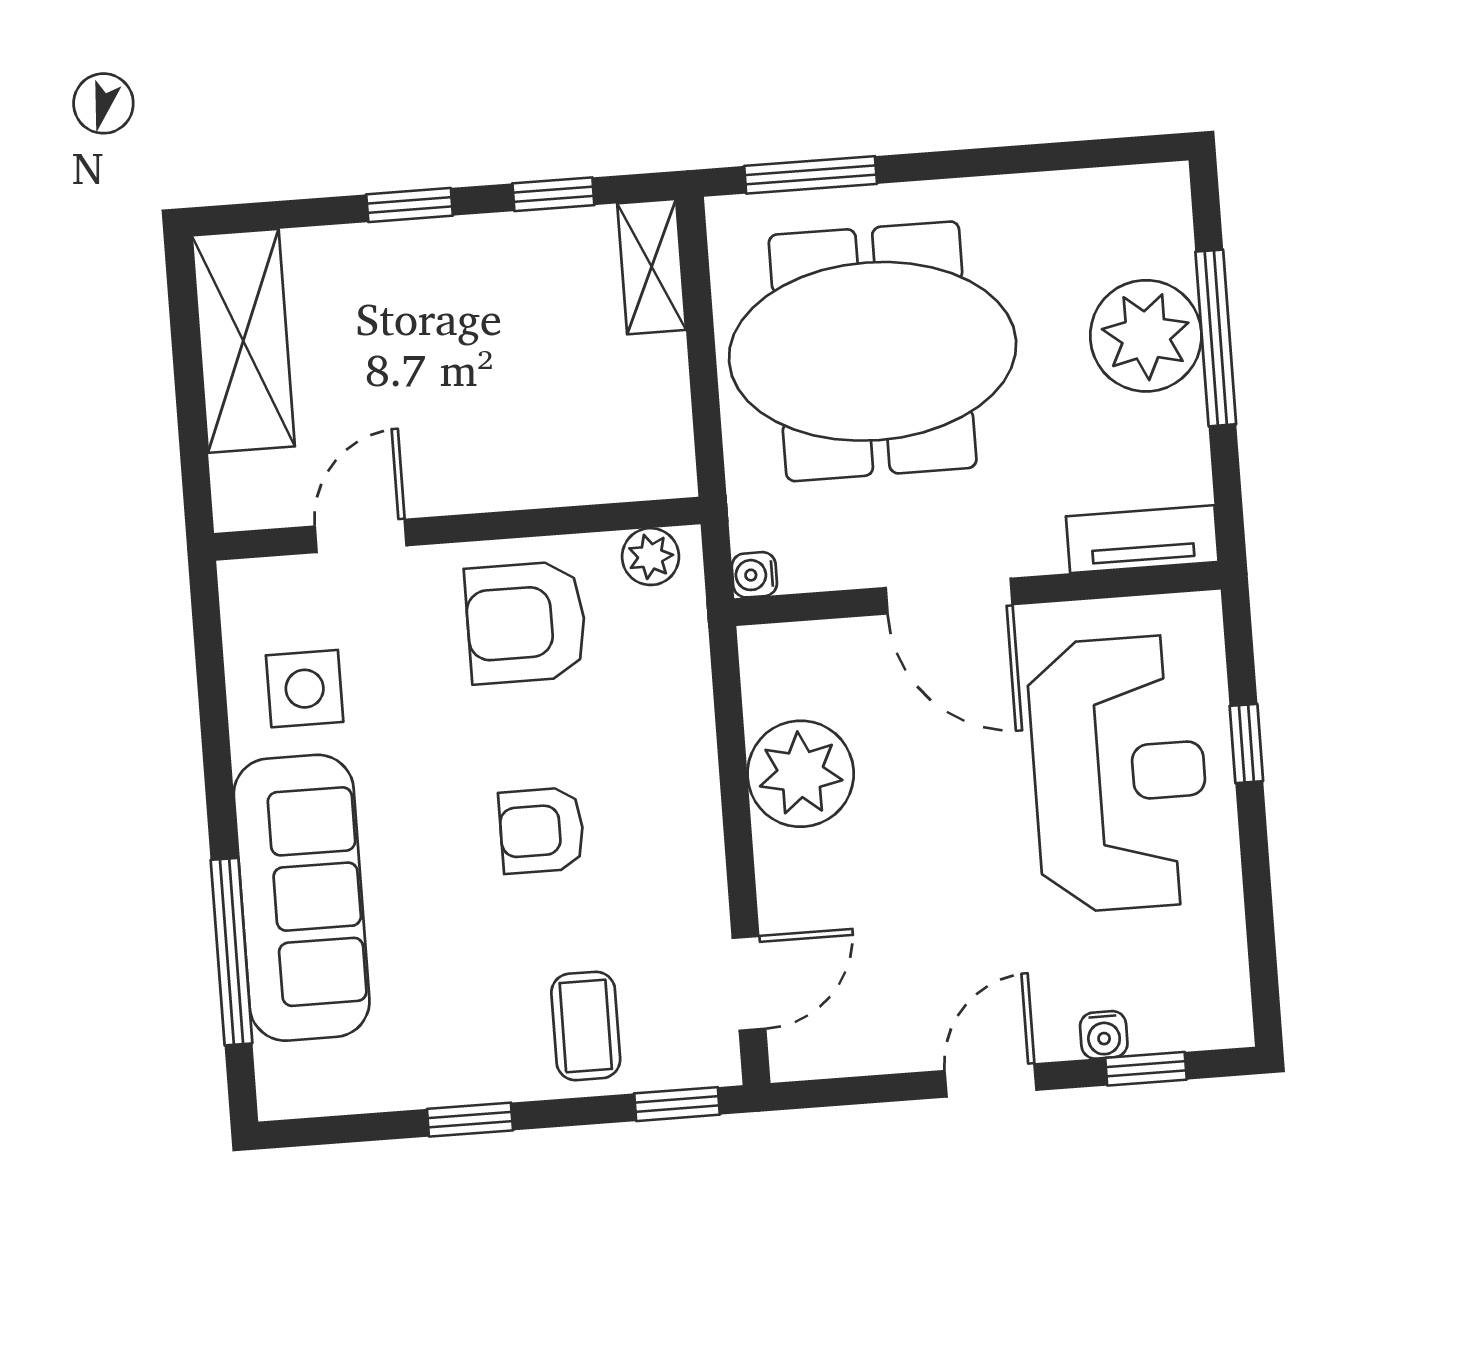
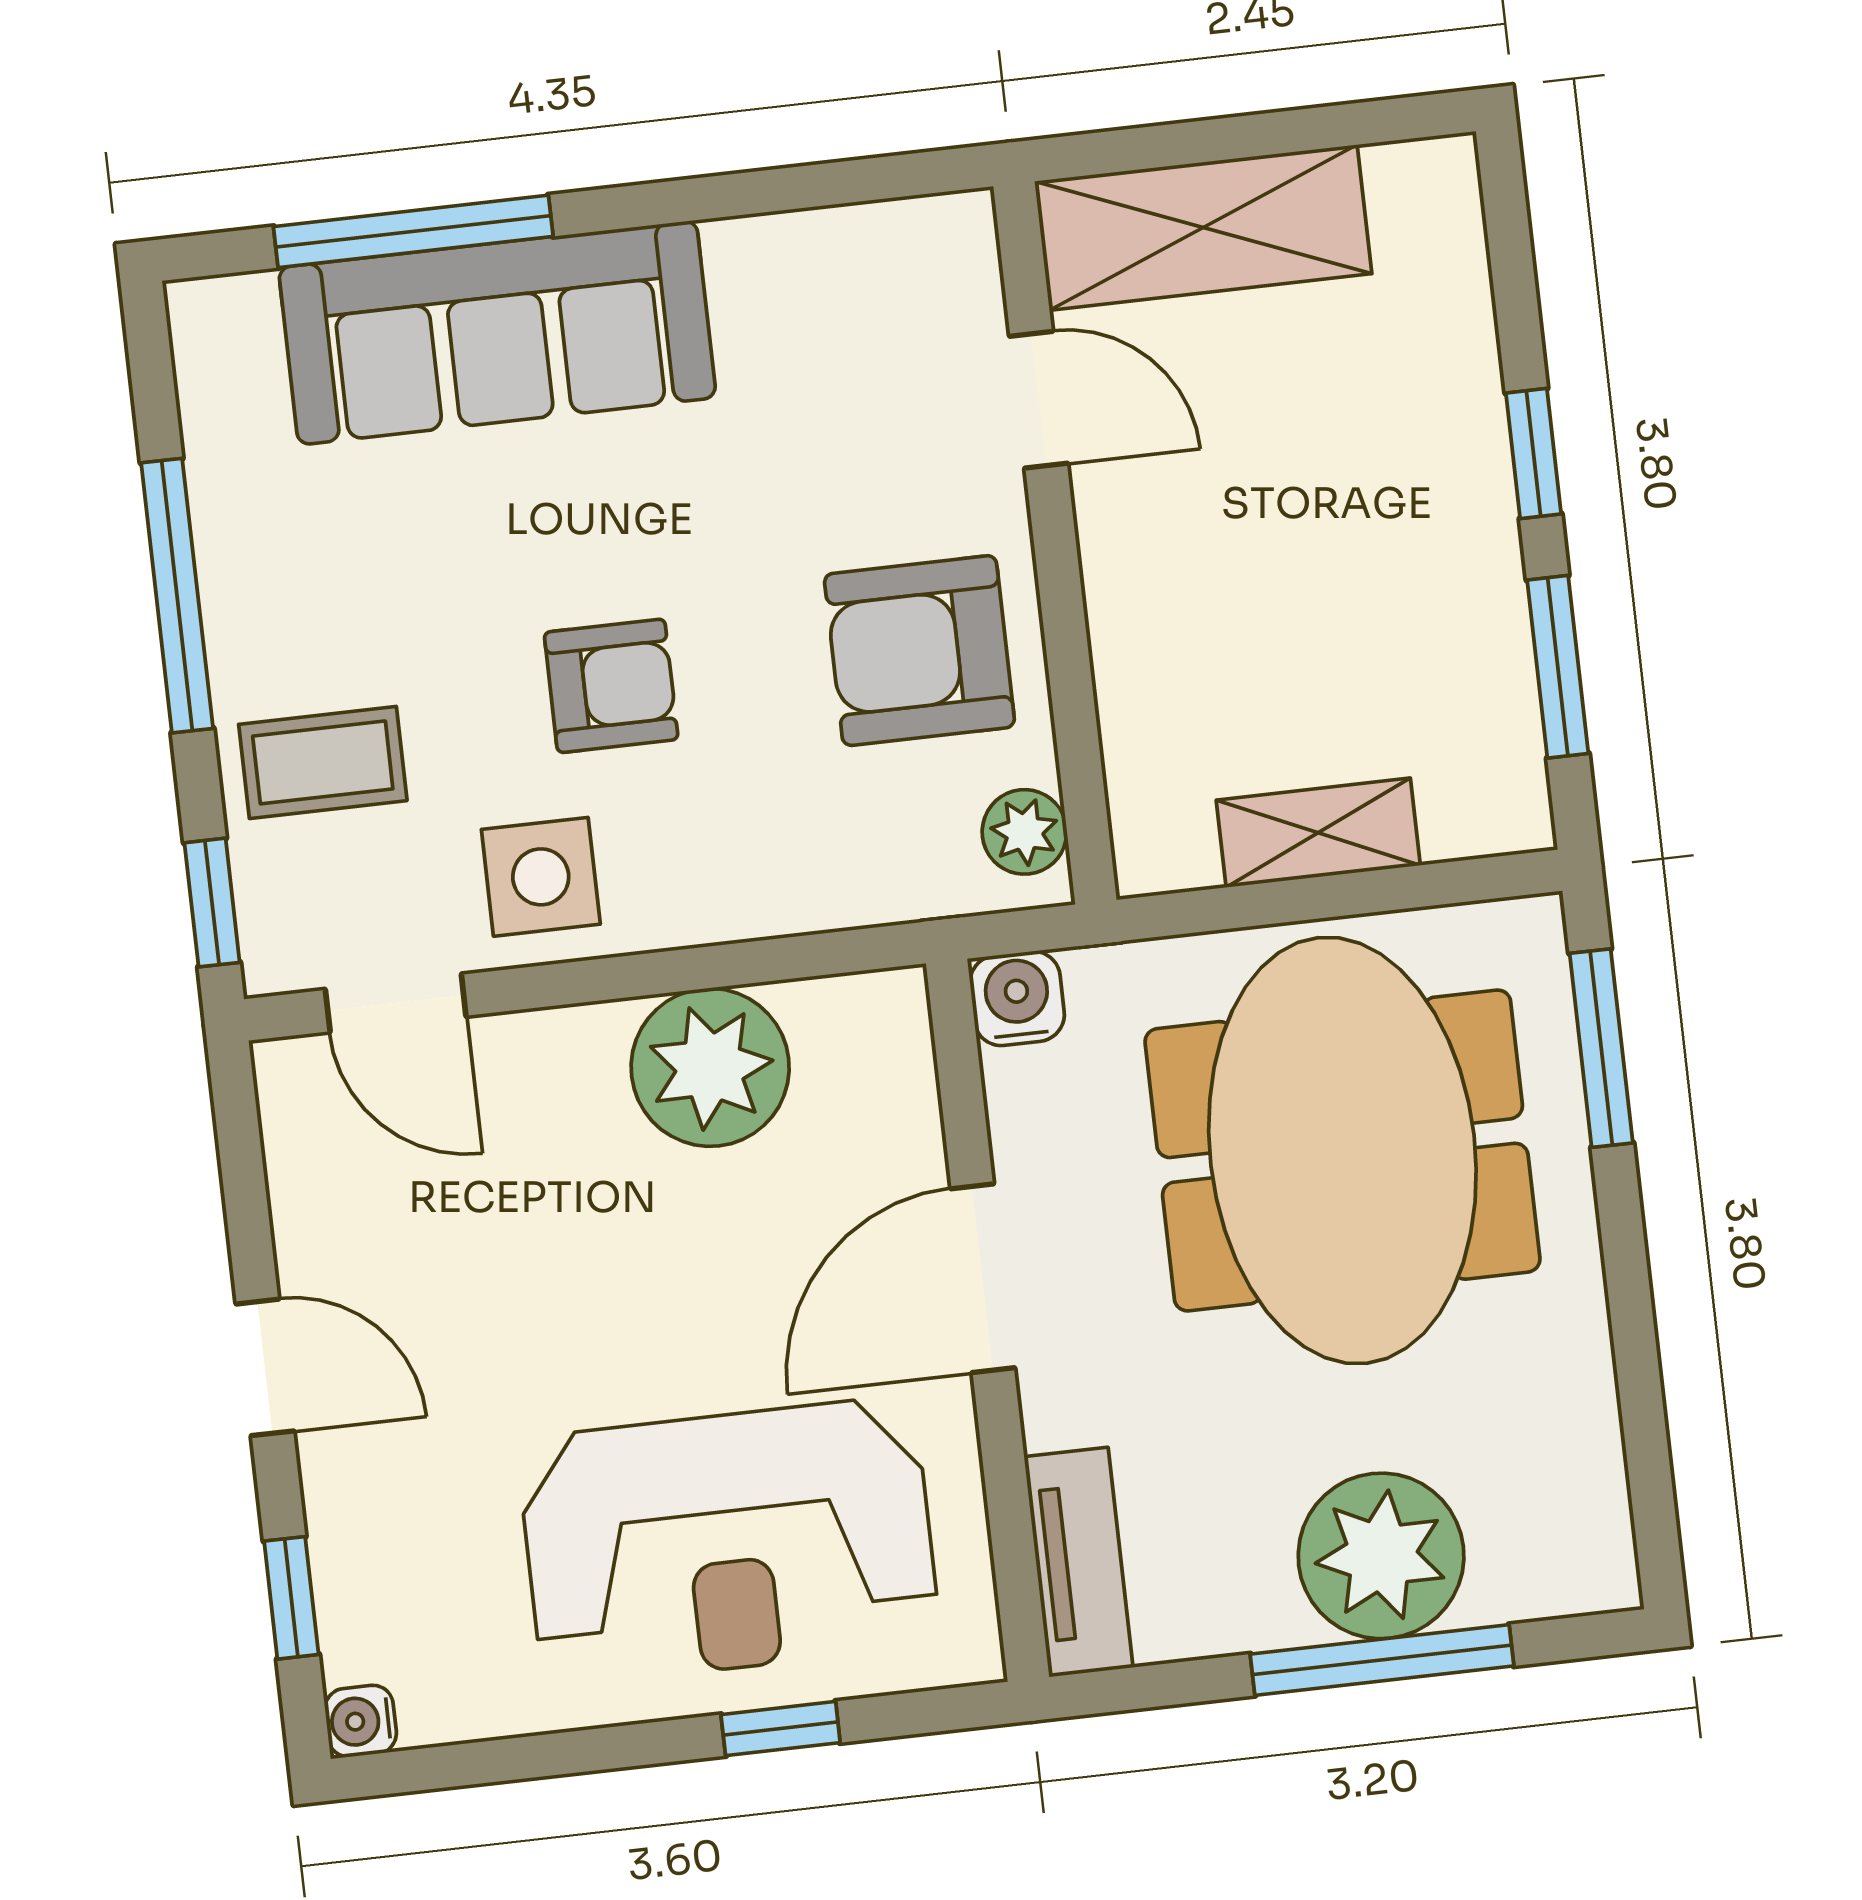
window: (553, 194) -> (1558, 667), width x1.50
shelving: (652, 267) -> (1318, 833), moved
shelving: (243, 341) -> (1203, 228), moved
water cooler: (754, 575) -> (1017, 998), width x1.38, depth x1.38
armchair: (526, 622) -> (919, 651), turned -90
side table: (305, 689) -> (541, 877), moved
armchair: (542, 830) -> (611, 686), turned 90
water cooler: (1104, 1035) -> (361, 1721), moved
window: (470, 1120) -> (177, 596), width x2.17

